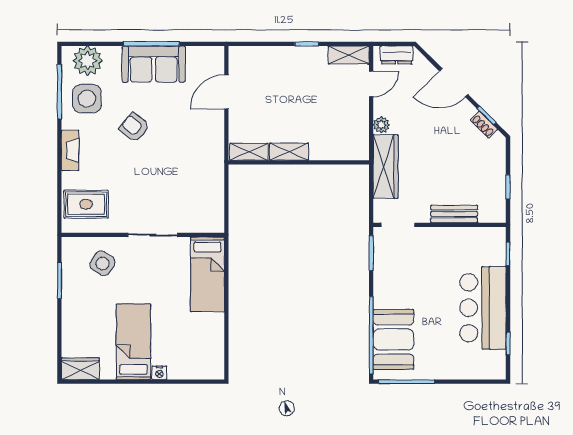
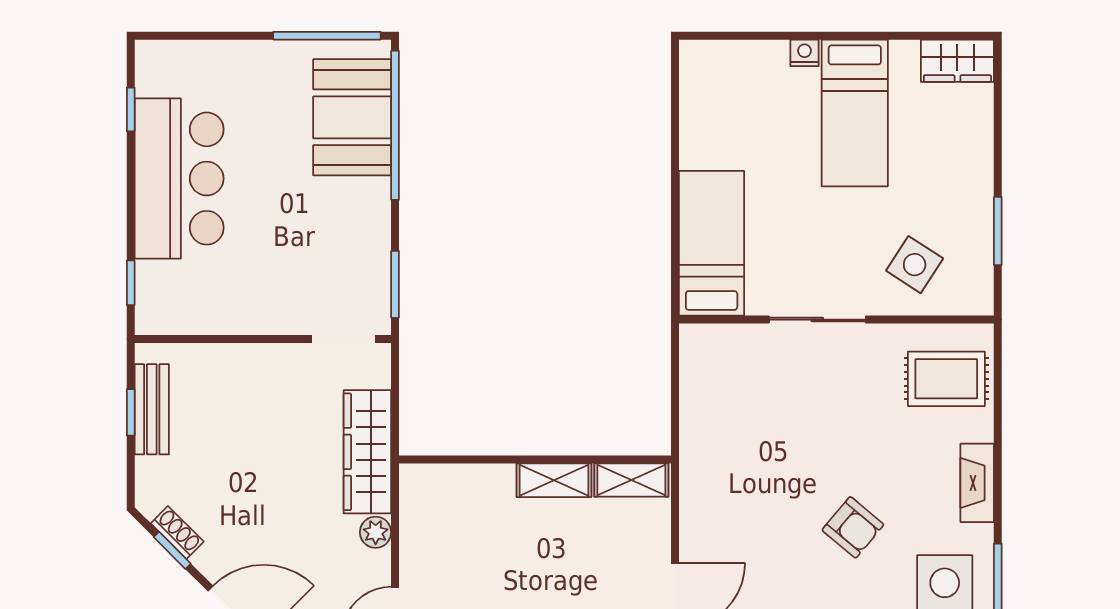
bench: (454, 214) -> (152, 409), moved, turned 90

